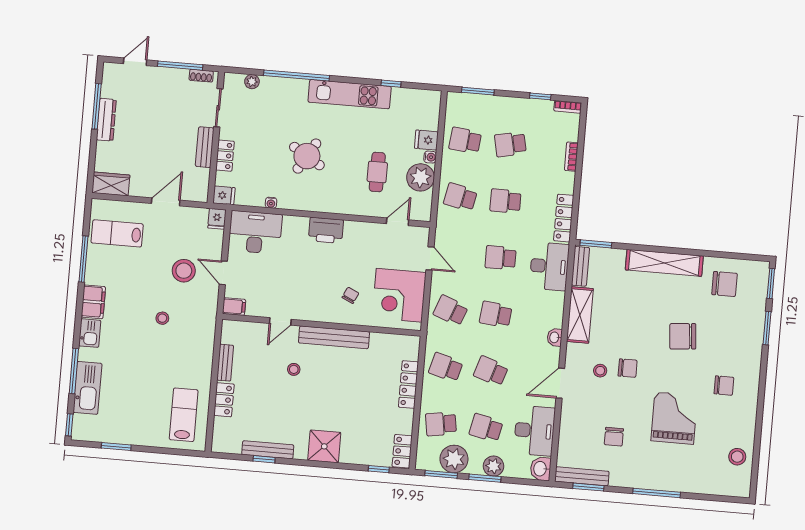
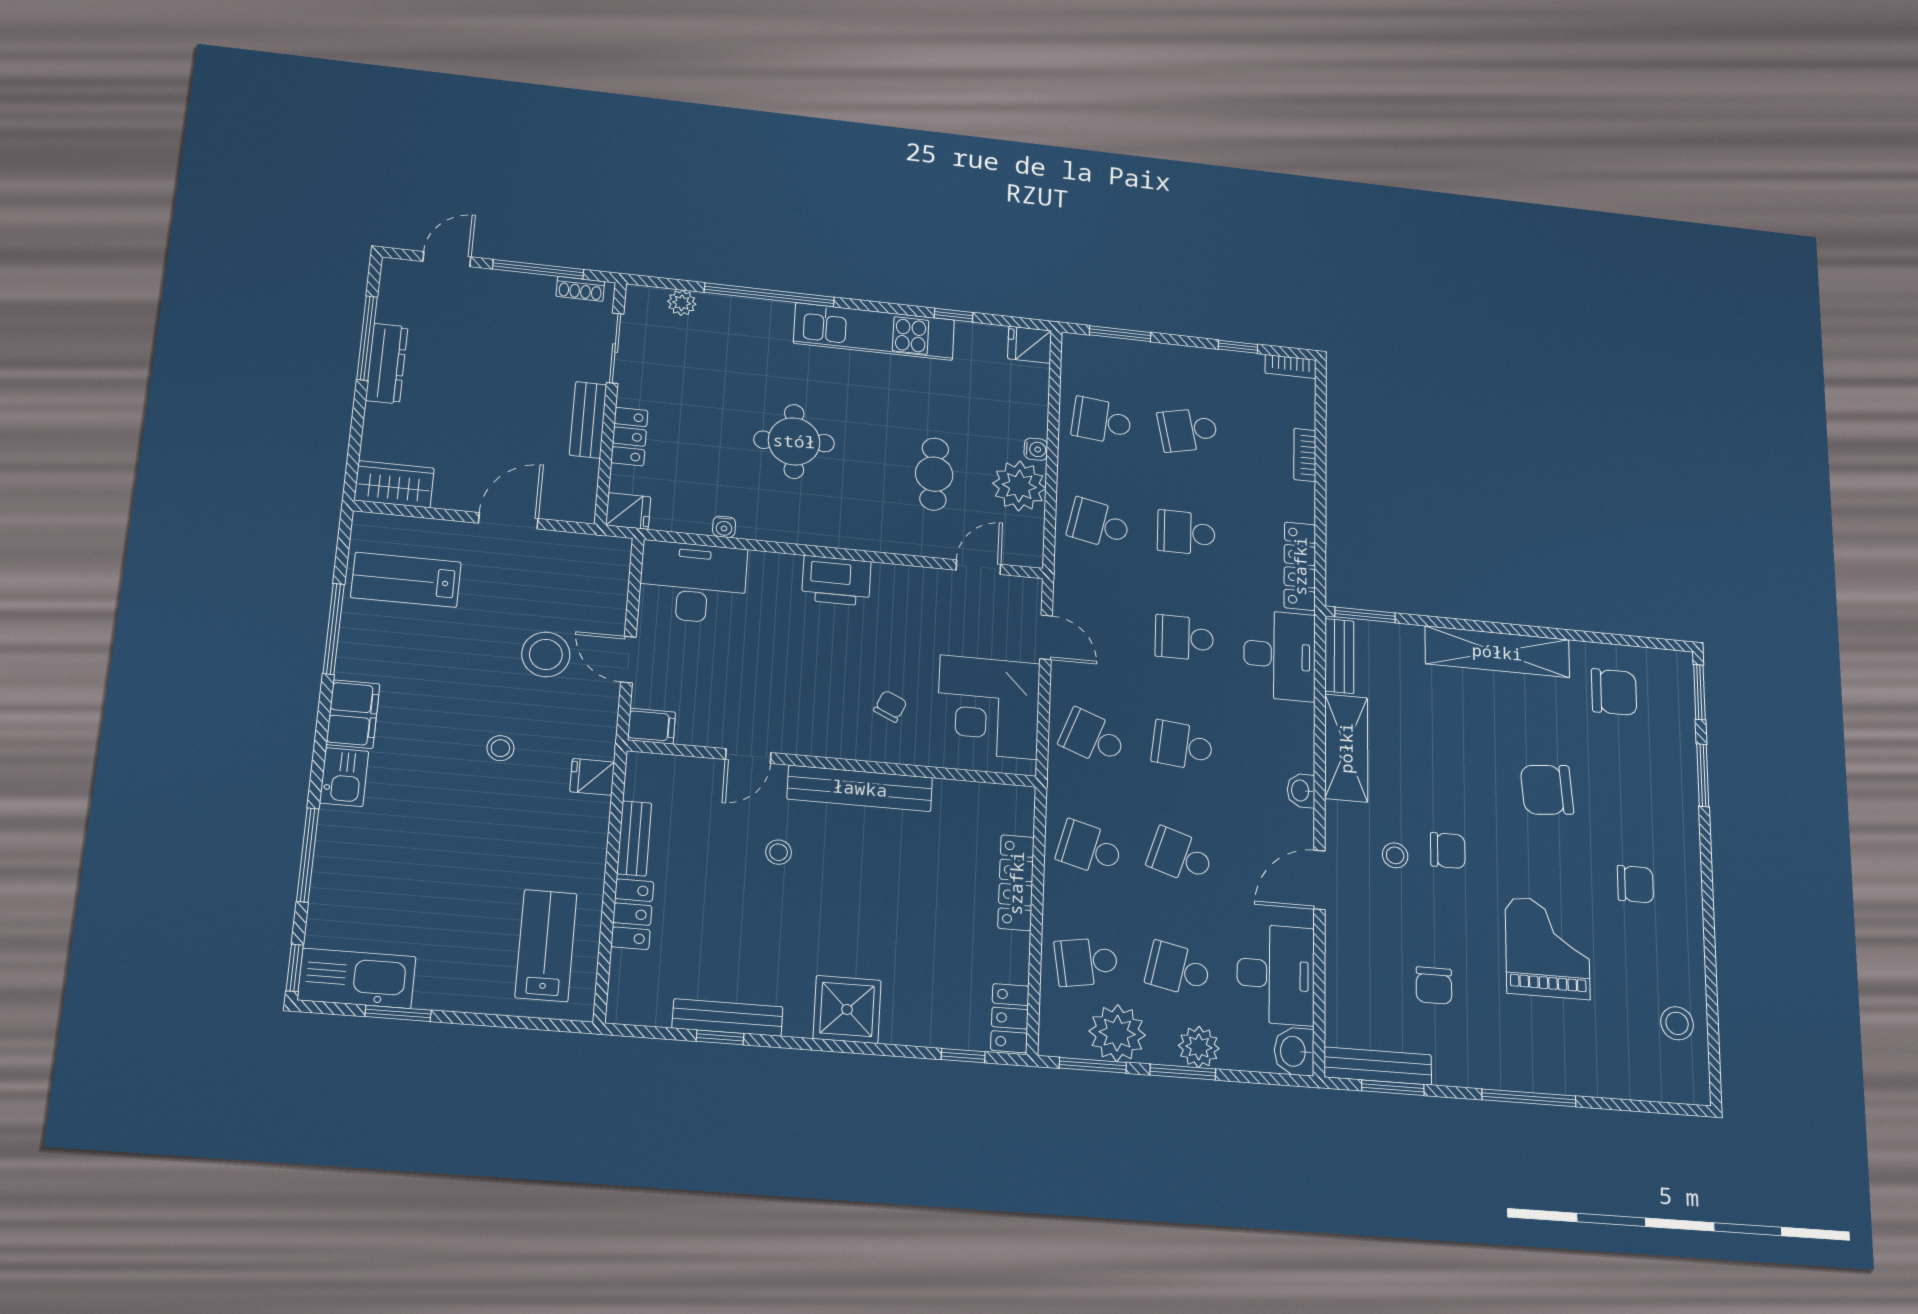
fridge: (426, 140) -> (1030, 345), moved
round table: (307, 156) -> (794, 441), turned -34
fridge: (217, 219) -> (592, 777), moved, turned 90
kitchen sink: (87, 388) -> (357, 978), moved, turned -90

